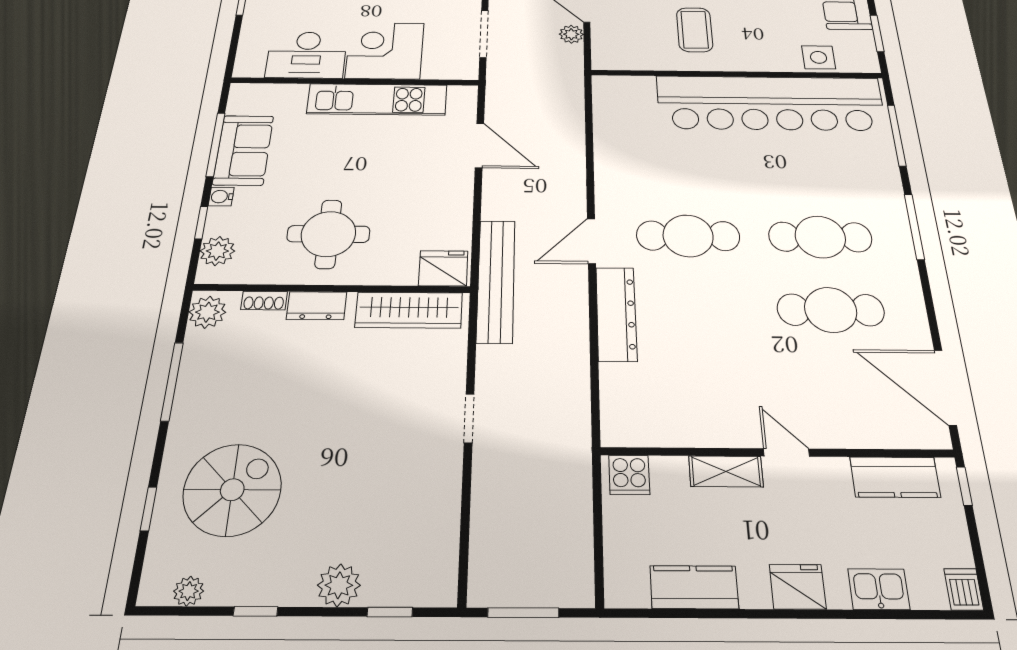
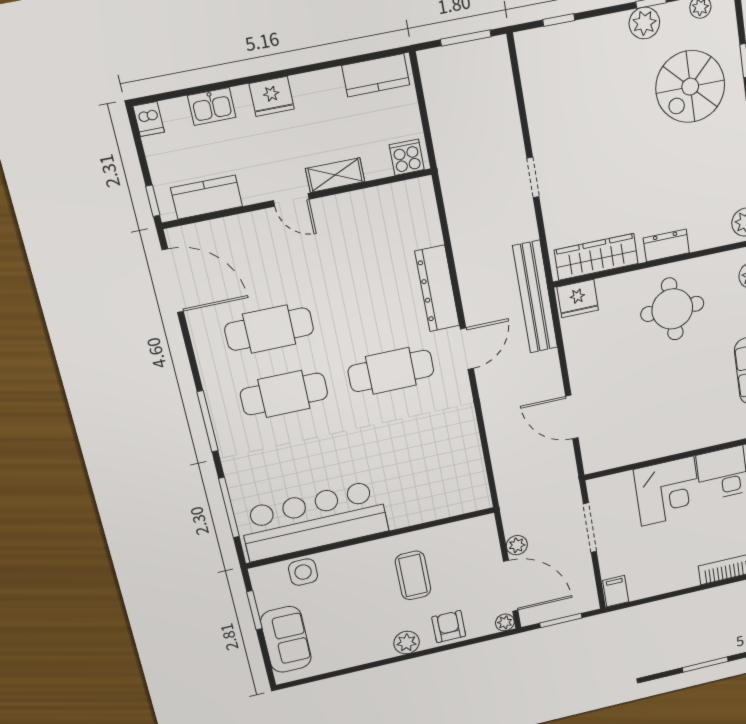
kitchen unit: (377, 99) -> (663, 442), removed
bar counter: (770, 103) -> (314, 521), width x0.73
shoe rack: (264, 301) -> (706, 241), removed
plant: (339, 585) -> (644, 23), moved
kitchen counter: (694, 587) -> (376, 75), moved

